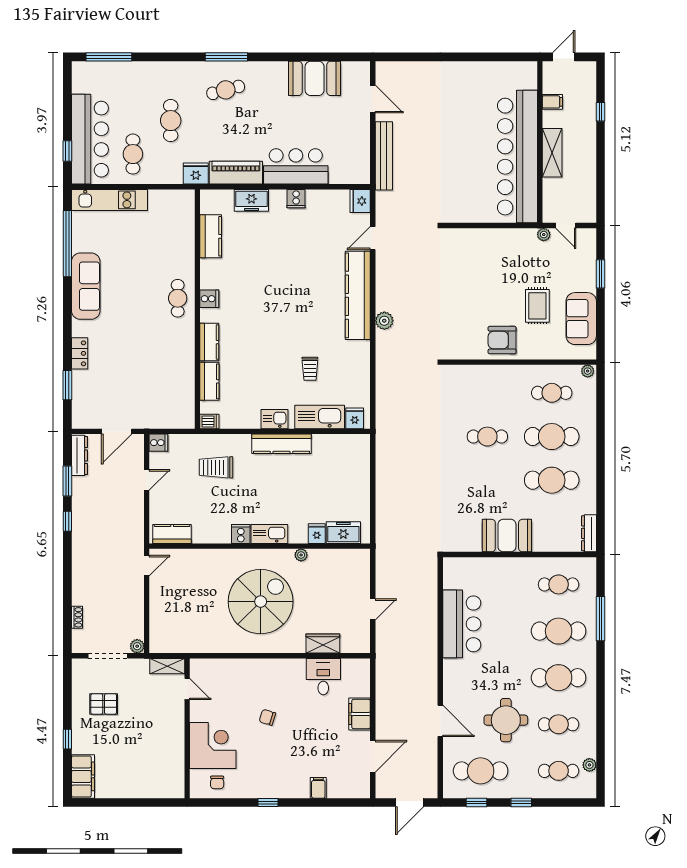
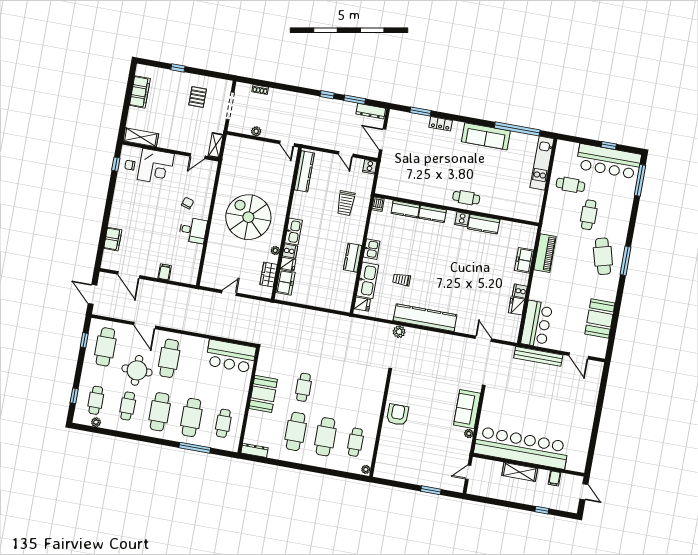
cafe table: (226, 90) -> (603, 256), width x1.37, depth x1.35
door: (373, 99) -> (579, 356), hinge flipped
cafe table: (171, 121) -> (589, 215), turned 90
bar counter: (90, 139) -> (609, 161), moved
window: (67, 151) -> (609, 145), moved
bar counter: (296, 166) -> (537, 324), moved
fridge: (196, 174) -> (549, 225), removed
fridge: (360, 201) -> (517, 306), moved, turned -90
plant: (544, 235) -> (469, 434), moved
kitchen counter: (211, 236) -> (484, 224), moved
kitchen counter: (358, 295) -> (425, 318), moved
rug: (537, 306) -> (417, 443), removed
sofa: (581, 319) -> (467, 409), moved, turned -90
plant: (384, 321) -> (399, 332), moved
cafe table: (487, 437) -> (304, 387), moved
kitchen counter: (282, 444) -> (353, 258), width x0.67
trolley: (216, 467) -> (346, 203), turned 180
kitchen counter: (172, 534) -> (304, 171), width x1.50
cooker: (241, 534) -> (290, 251), moved
spiral stairs: (261, 602) -> (248, 217), turned 180
door: (373, 609) -> (229, 293), swing flipped
bar counter: (462, 624) -> (231, 356), moved
wardrobe: (323, 643) -> (269, 275), moved, turned 180
plant: (137, 646) -> (256, 131), moved
desk: (323, 677) -> (193, 230), moved
cafe table: (481, 678) -> (169, 358), added
filing cabinet: (360, 714) -> (165, 272), width x0.50
chair: (267, 717) -> (188, 203), moved
door: (440, 721) -> (145, 325), hinge flipped
shelving: (175, 774) -> (141, 137), added
filing cabinet: (83, 776) -> (140, 92), moved, turned -90
filing cabinet: (318, 788) -> (113, 239), width x2.00
window: (268, 803) -> (116, 164), moved
window: (521, 803) -> (74, 396), moved

